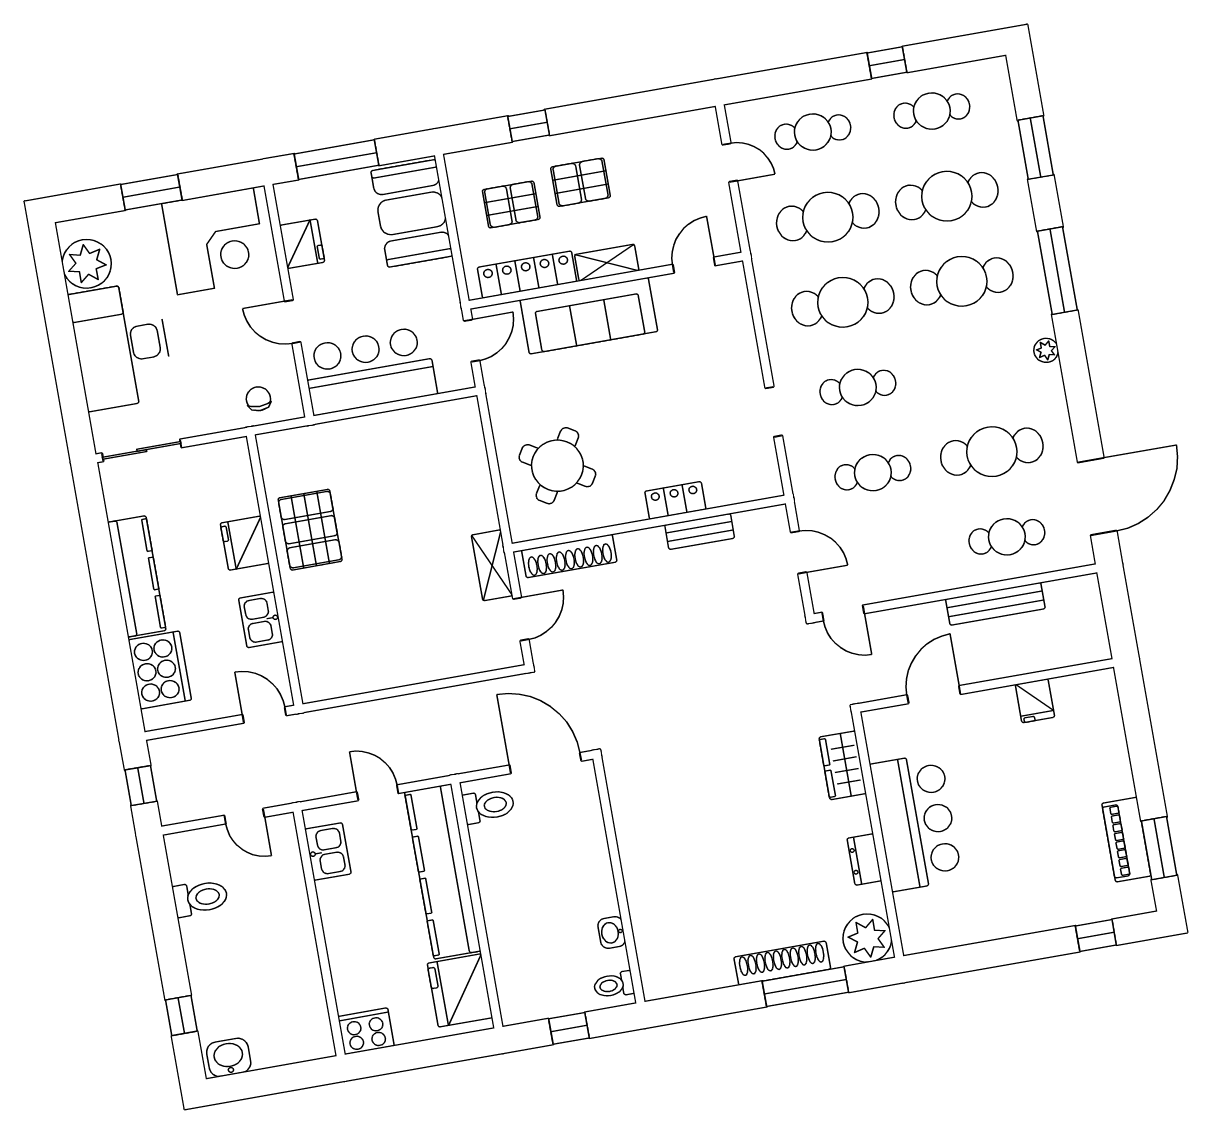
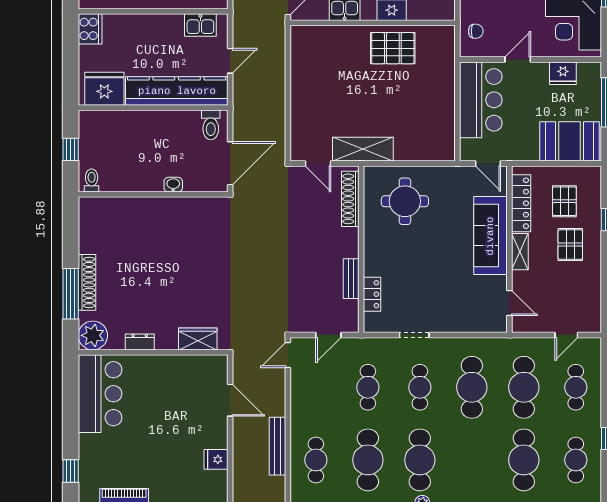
cafe table: (962, 281) -> (420, 460), moved
round table: (557, 466) -> (405, 201), turned -31
locker: (675, 500) -> (372, 294), moved
shelving: (492, 565) -> (363, 149), width x1.50, depth x1.33
bar counter: (916, 822) -> (100, 394), moved, turned -90
washbasin: (612, 933) -> (173, 185), moved

